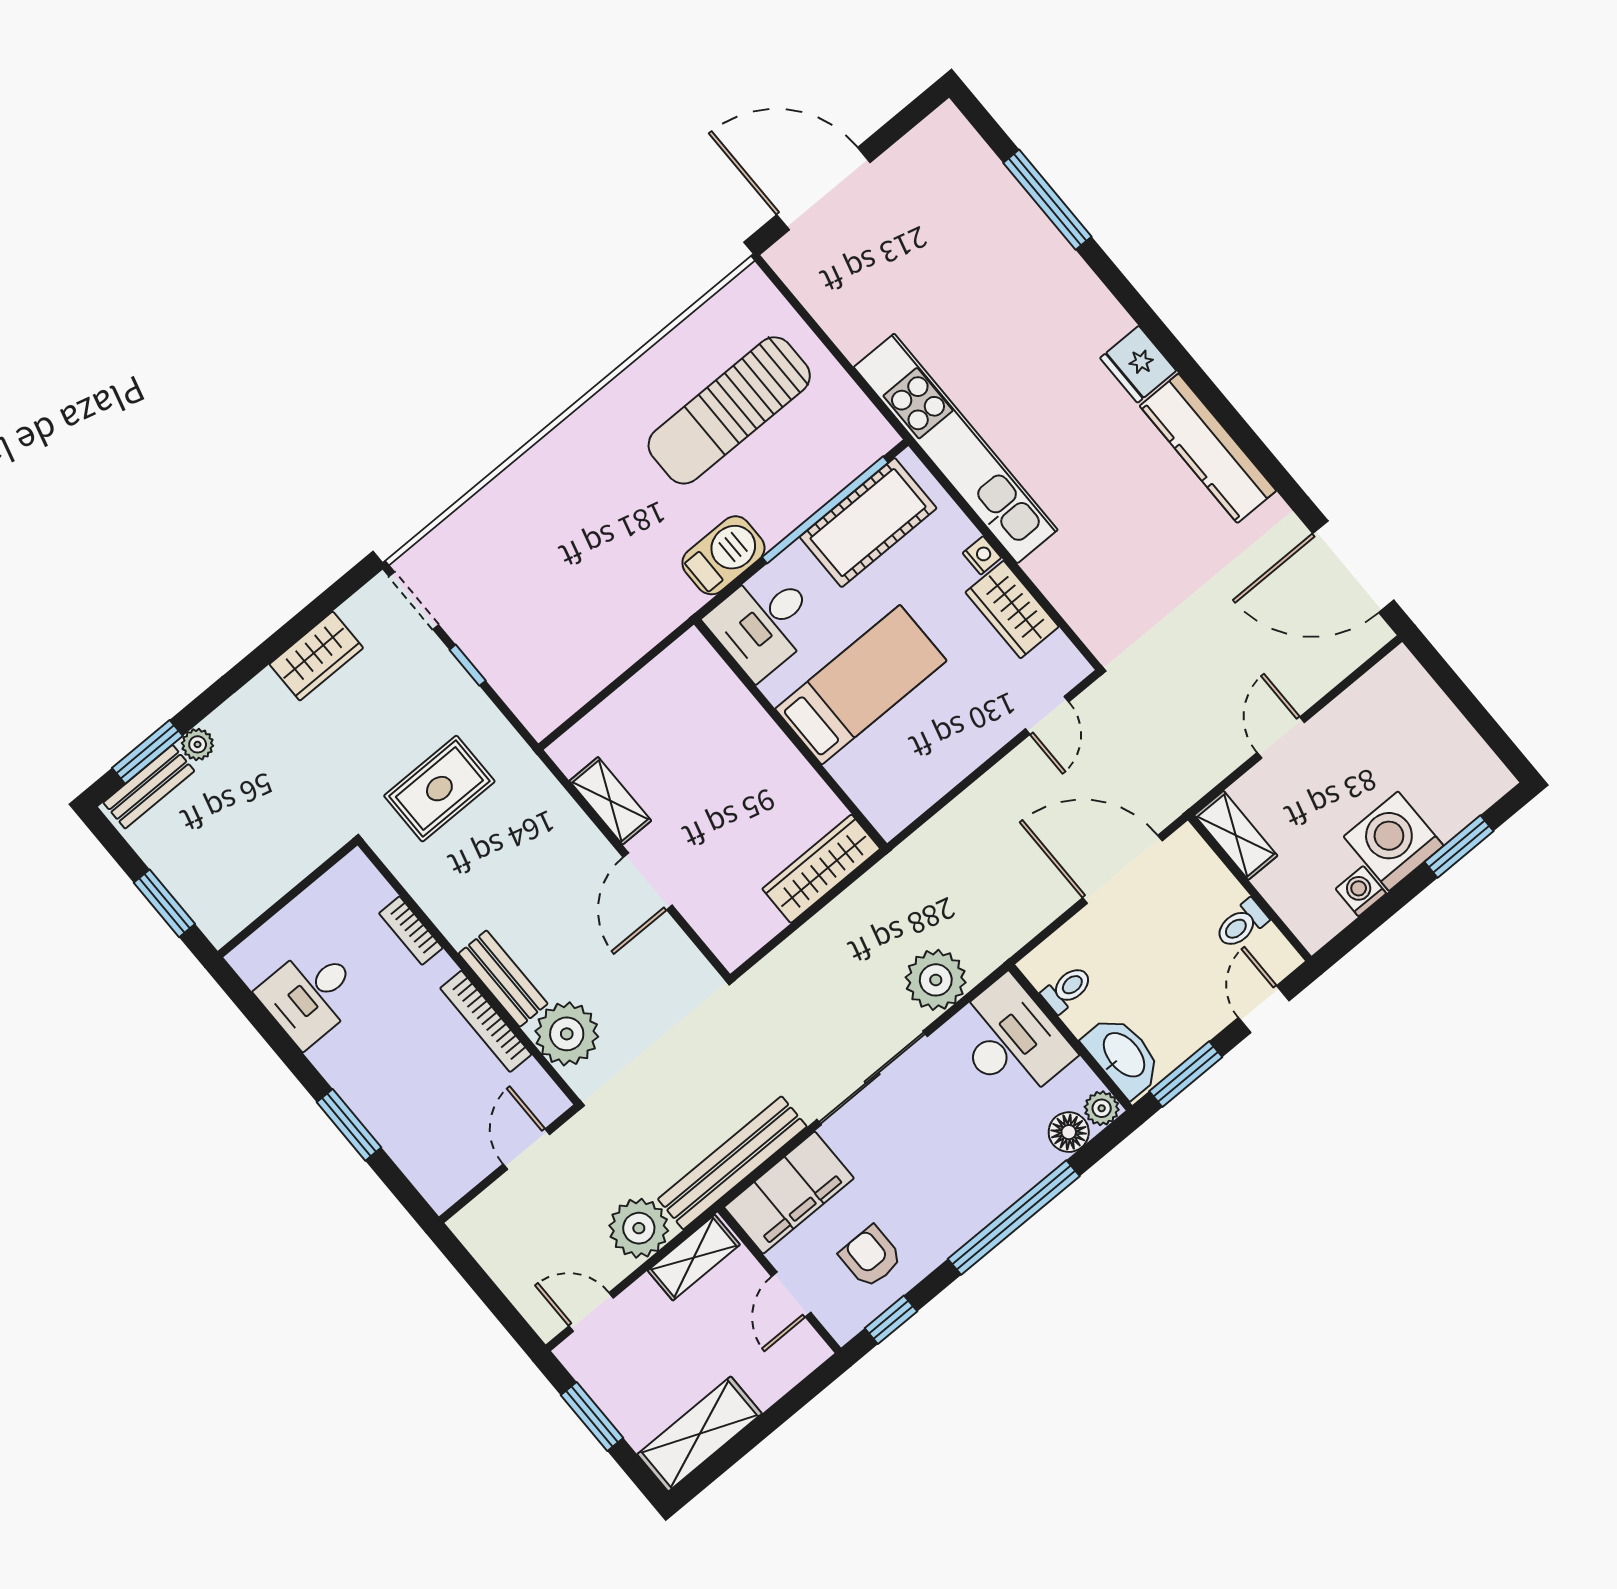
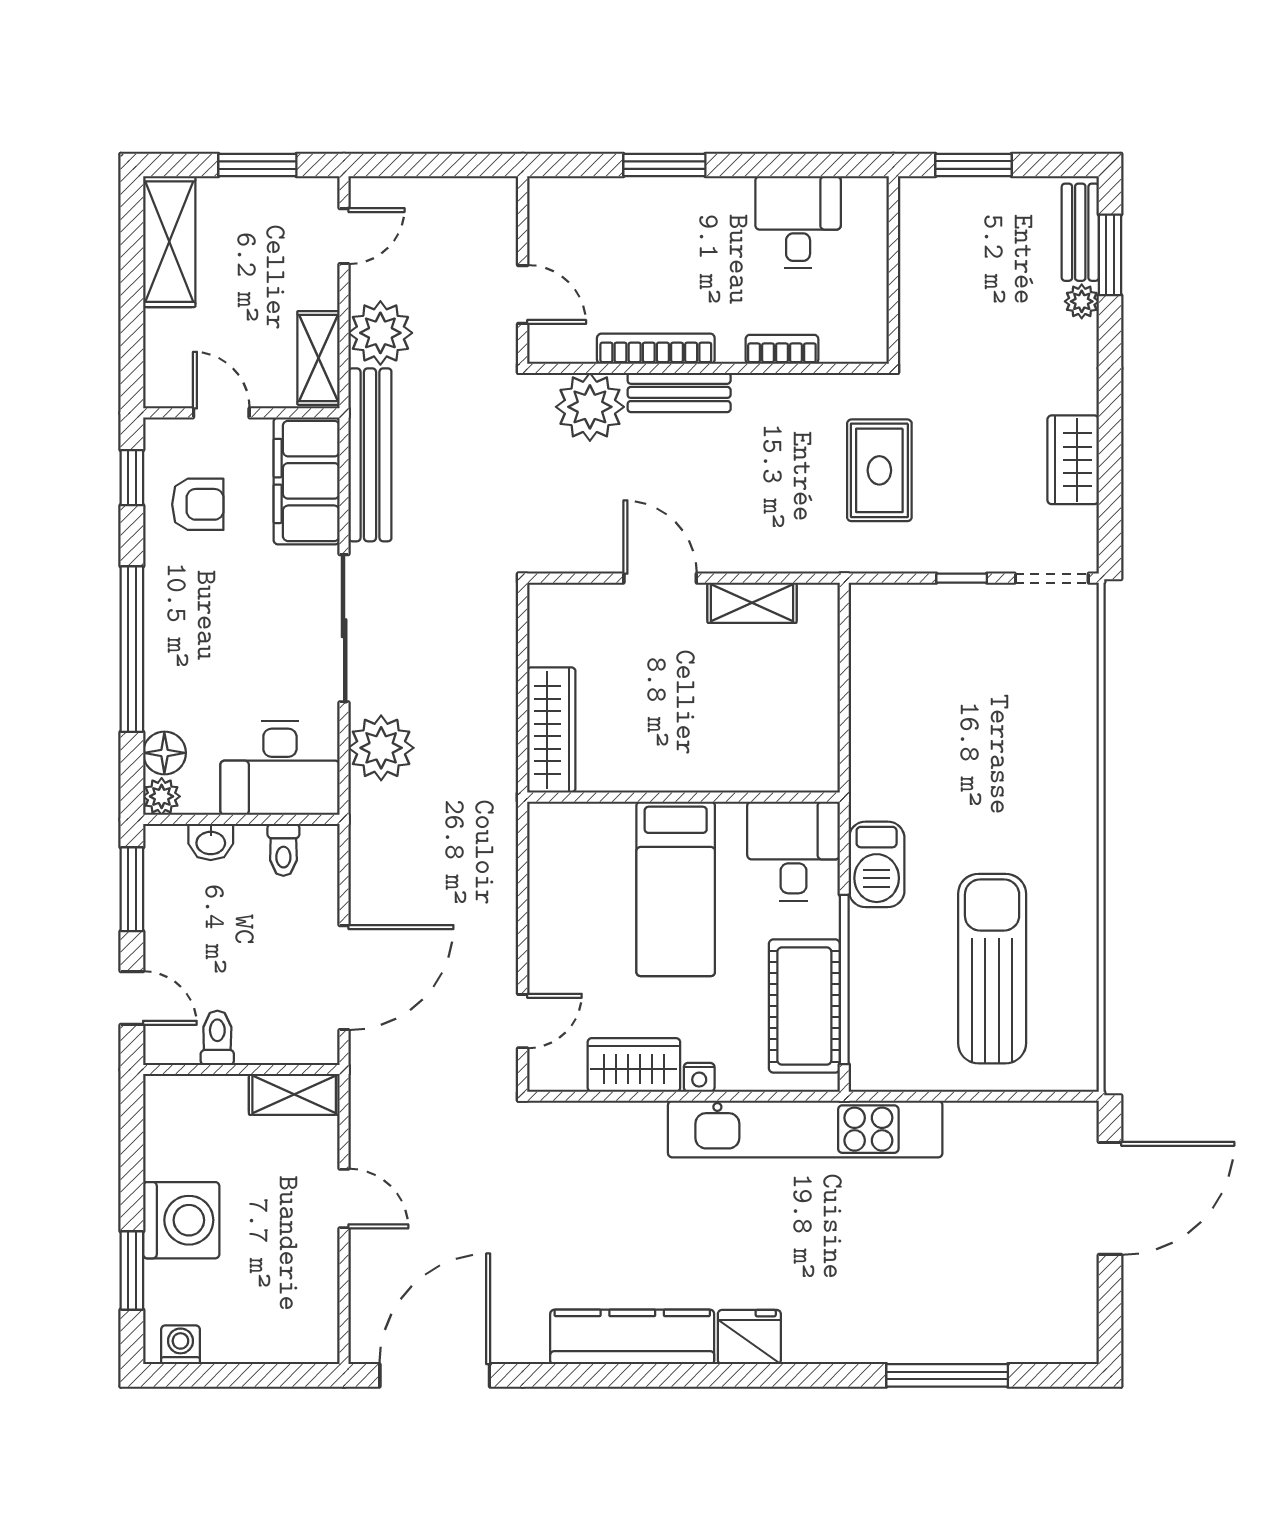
door: (1047, 715) -> (523, 1021), swing flipped
washing machine: (1361, 891) -> (180, 1345), moved, turned -90
washbasin: (1123, 1056) -> (211, 842), width x0.52, depth x0.69

